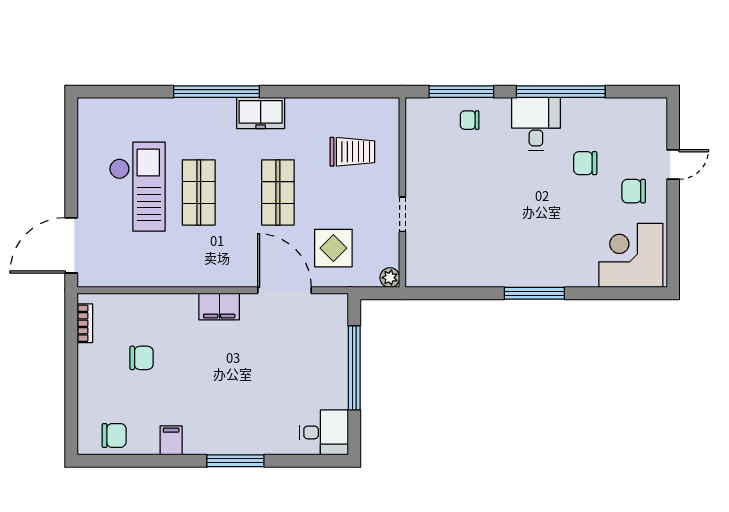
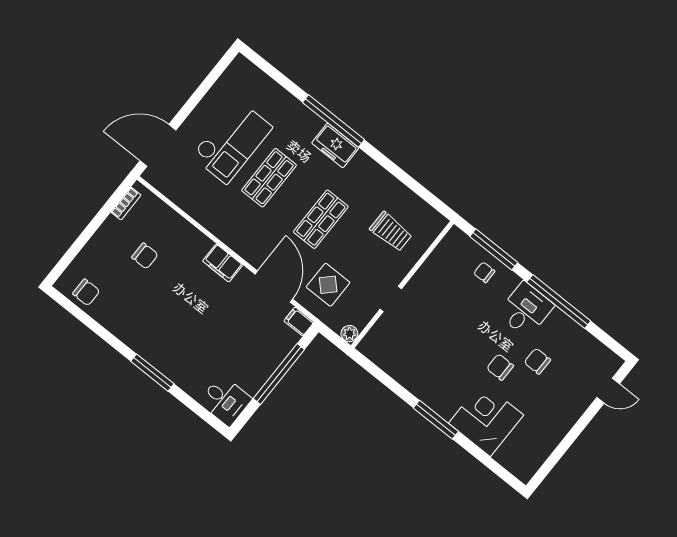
freezer: (261, 113) -> (335, 145), moved
door: (673, 164) -> (608, 391), moved
chair: (634, 191) -> (500, 367), moved
corner desk: (631, 255) -> (486, 419), moved
filing cabinet: (171, 440) -> (299, 322), moved, turned -90

